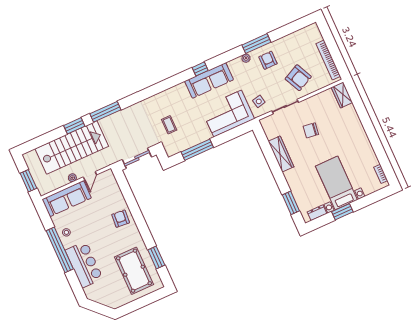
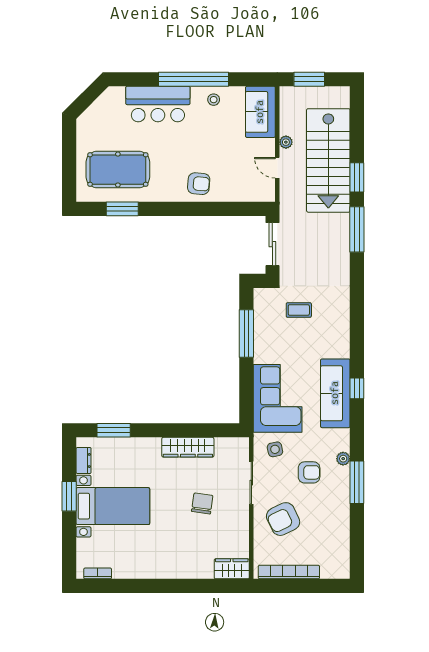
armchair: (268, 60) -> (309, 472), moved
sofa: (67, 199) -> (260, 112), width x0.73

